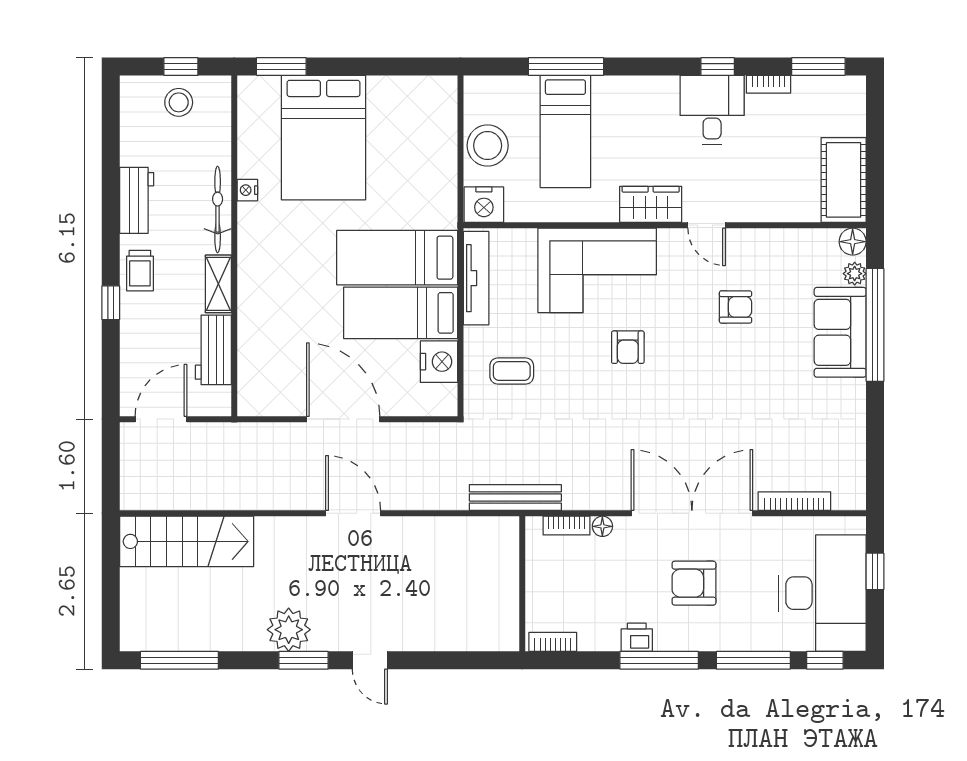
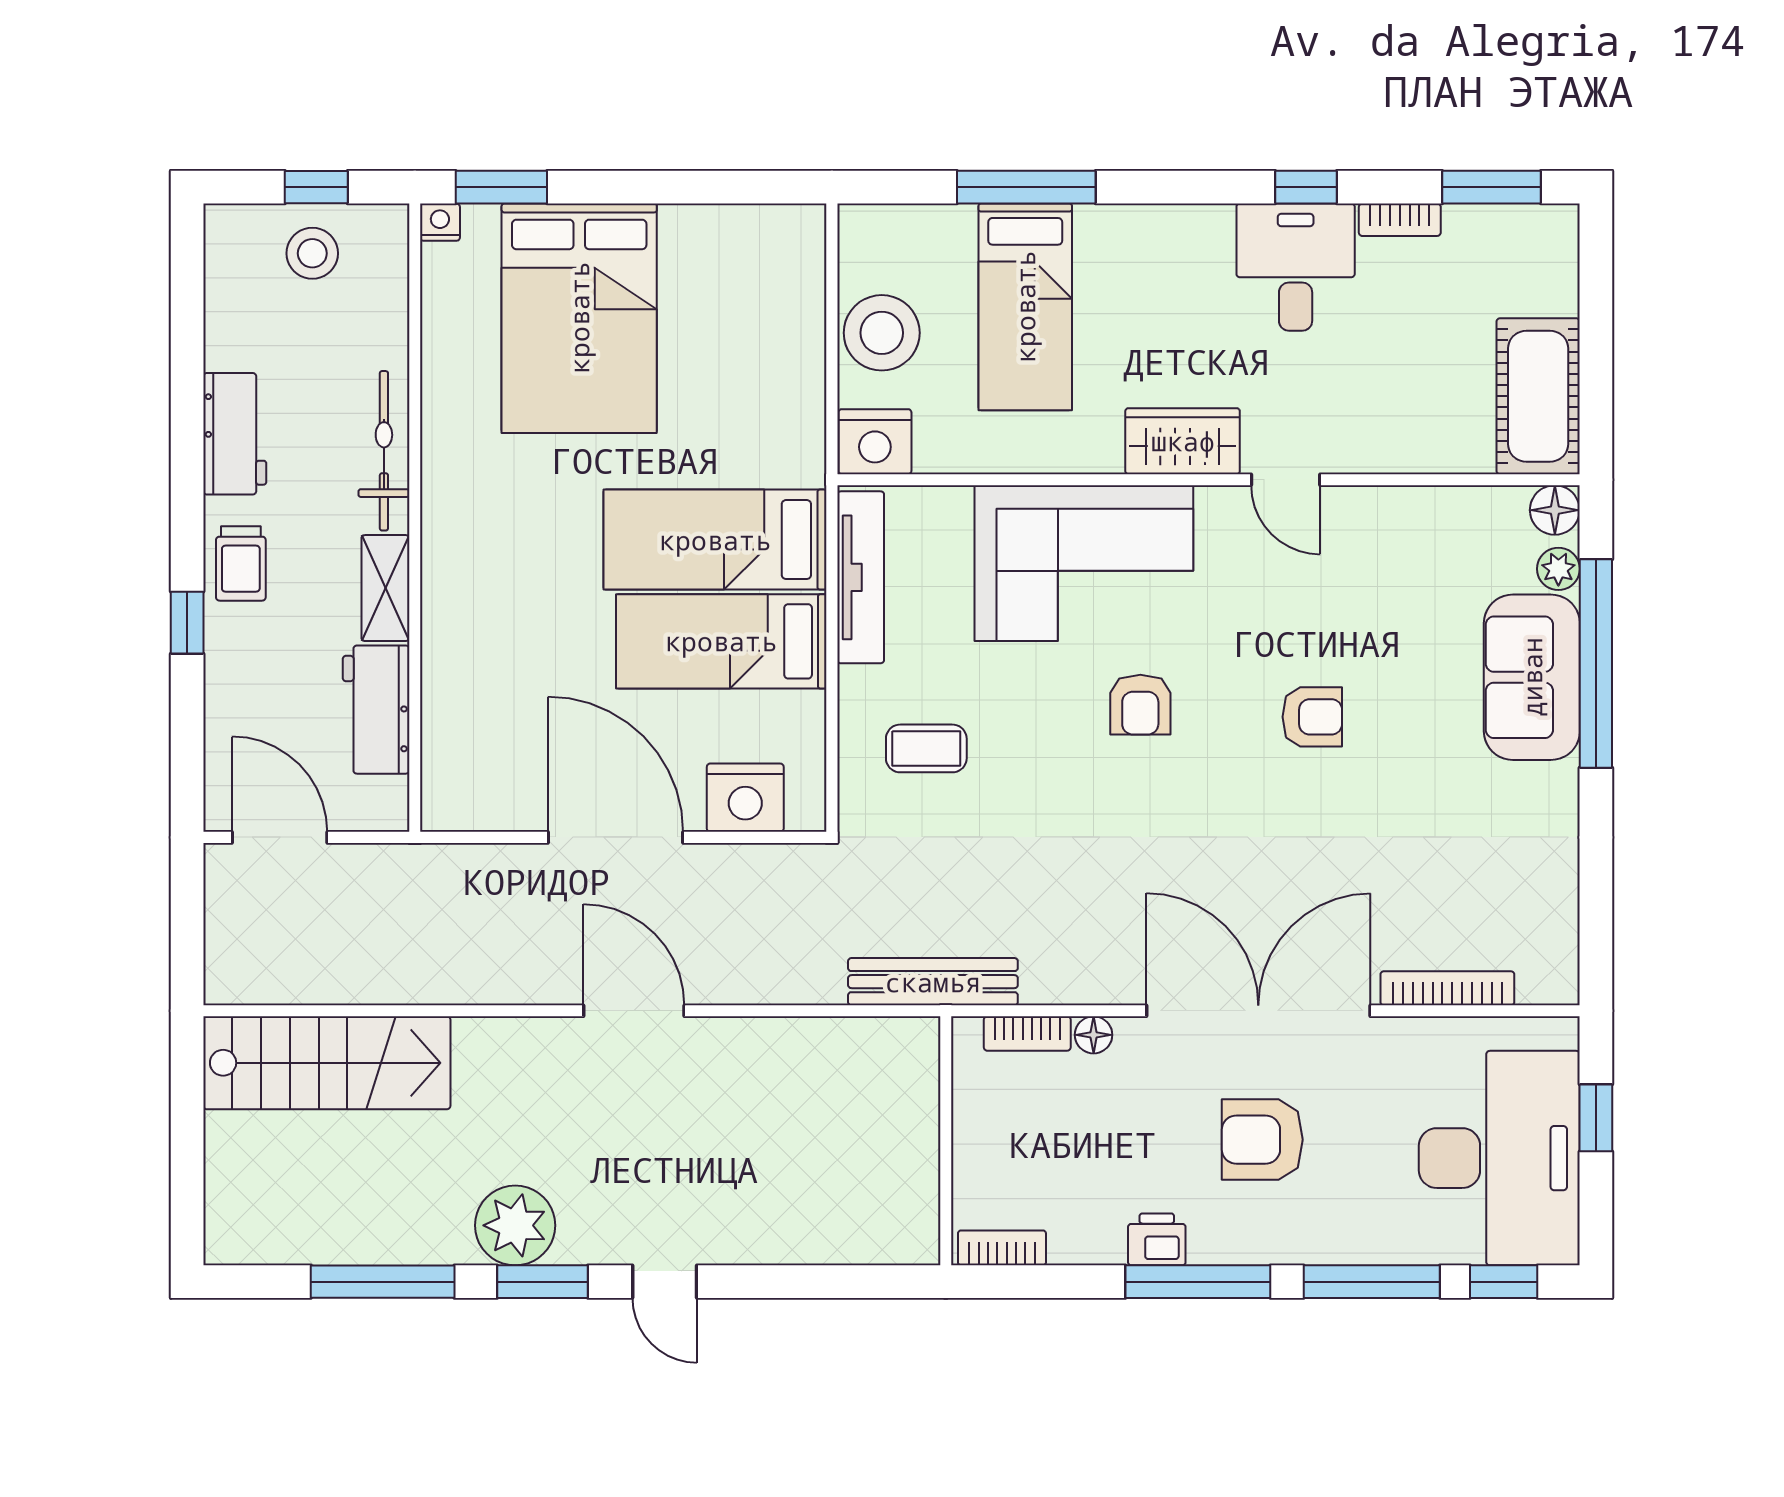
nightstand: (247, 190) -> (440, 222), moved, turned 90
armchair: (736, 307) -> (1312, 717), moved
nightstand: (439, 362) -> (745, 798), moved, turned 90
door: (161, 419) -> (280, 837), hinge flipped
window: (179, 660) -> (383, 1282), moved

